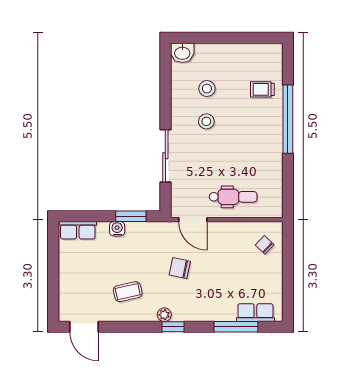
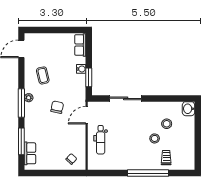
stool: (206, 121) -> (155, 138), moved
window: (173, 327) -> (21, 103), width x2.17

